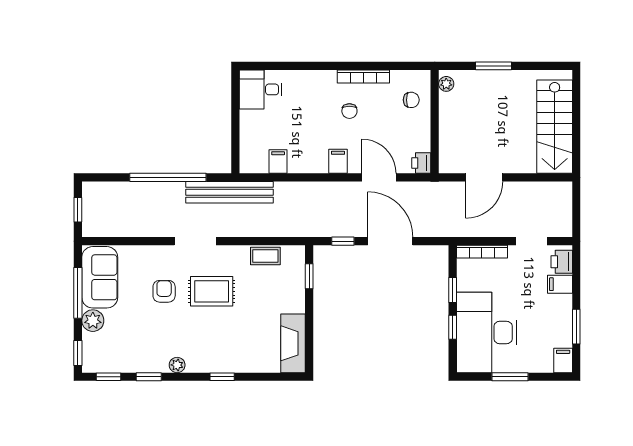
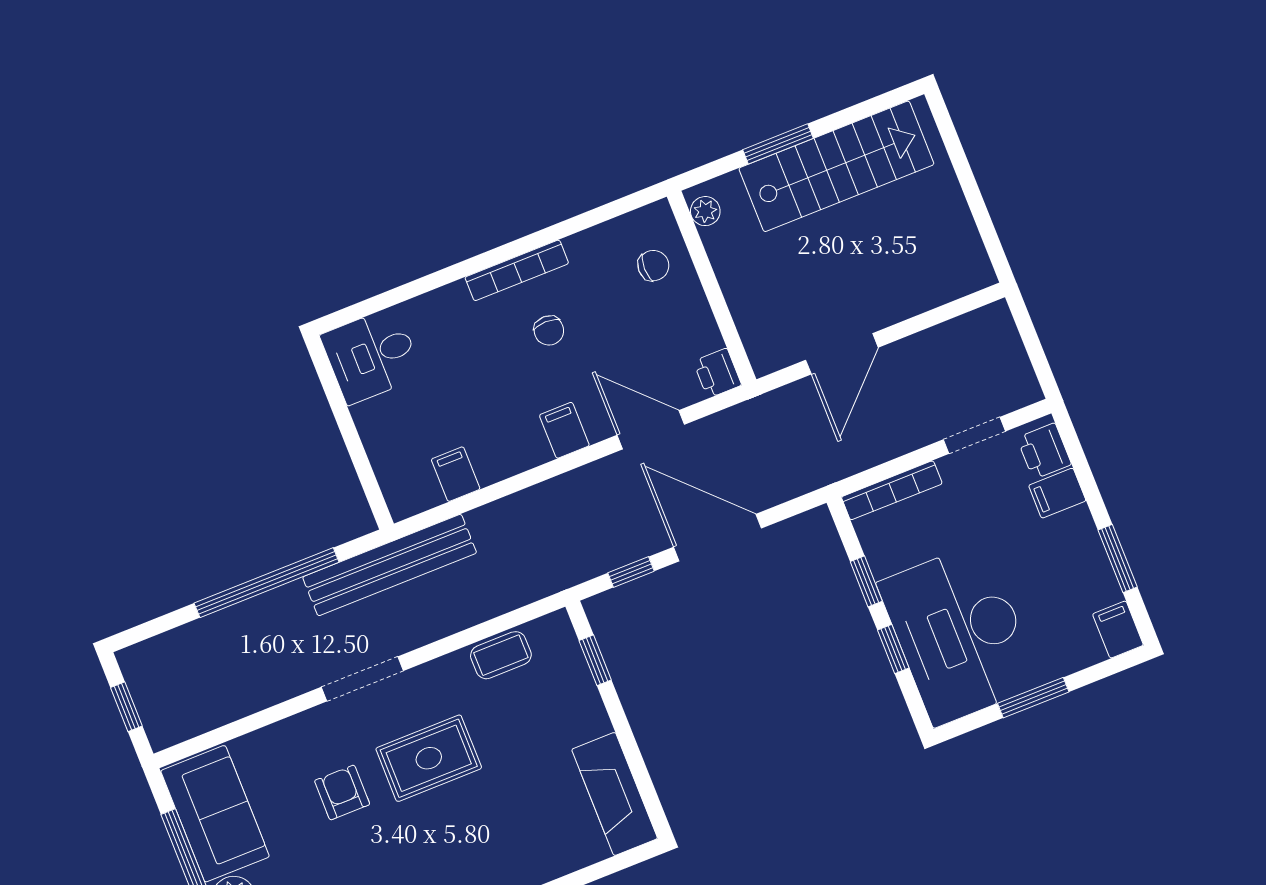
bookcase: (363, 76) -> (517, 270), moved
stairs: (555, 127) -> (836, 166), moved, turned -90

